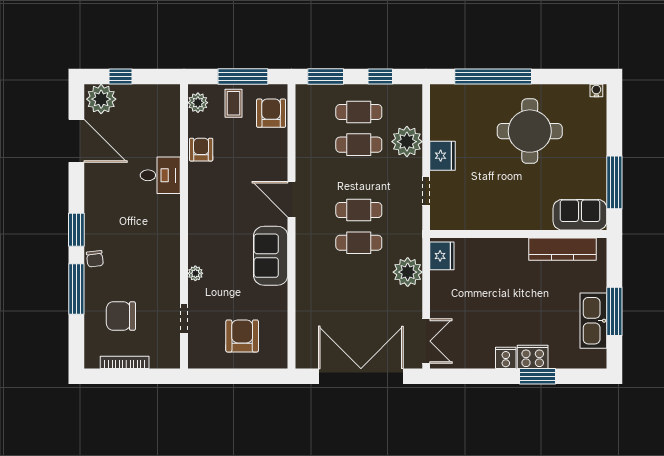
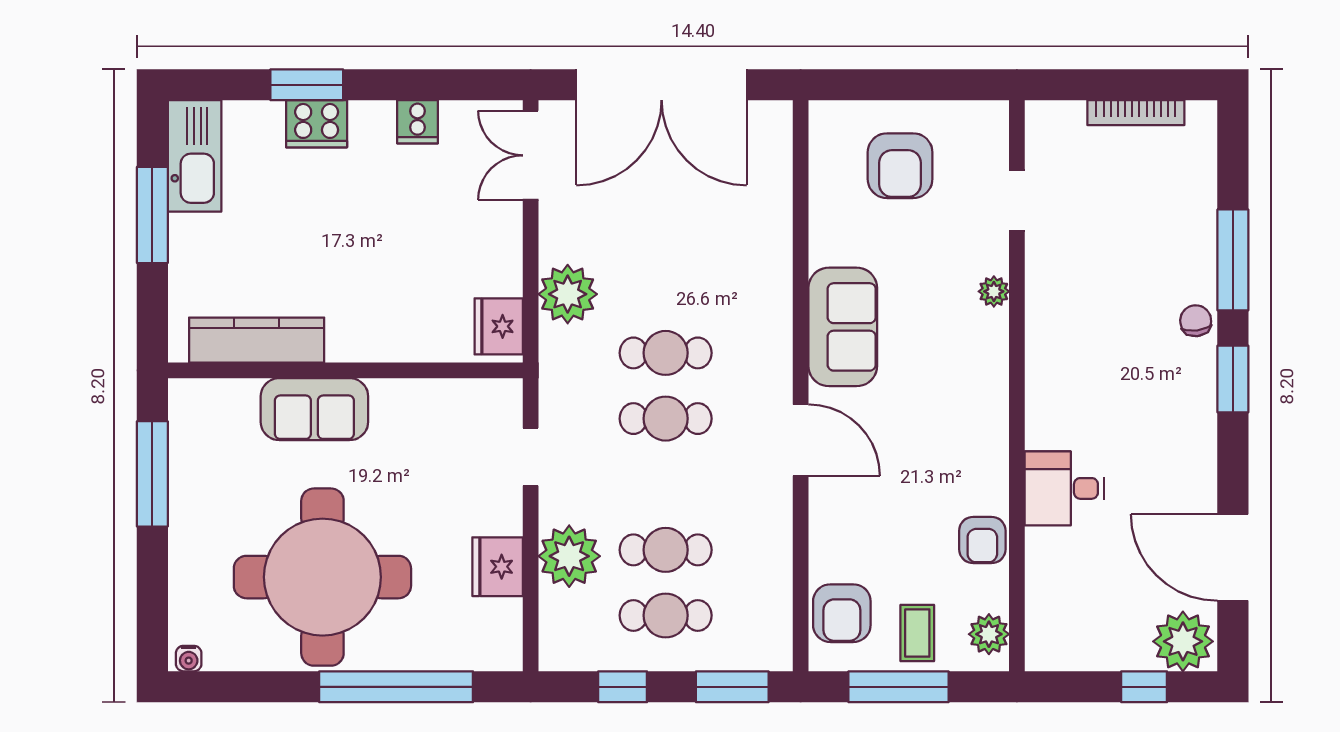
round table: (530, 131) -> (322, 577), width x1.36, depth x1.36
fridge: (443, 156) -> (498, 567), moved
sofa: (580, 215) -> (314, 409), moved
chair: (121, 316) -> (1143, 206), removed
kitchen sink: (593, 321) -> (195, 156), moved
cooker: (506, 358) -> (418, 122), moved

